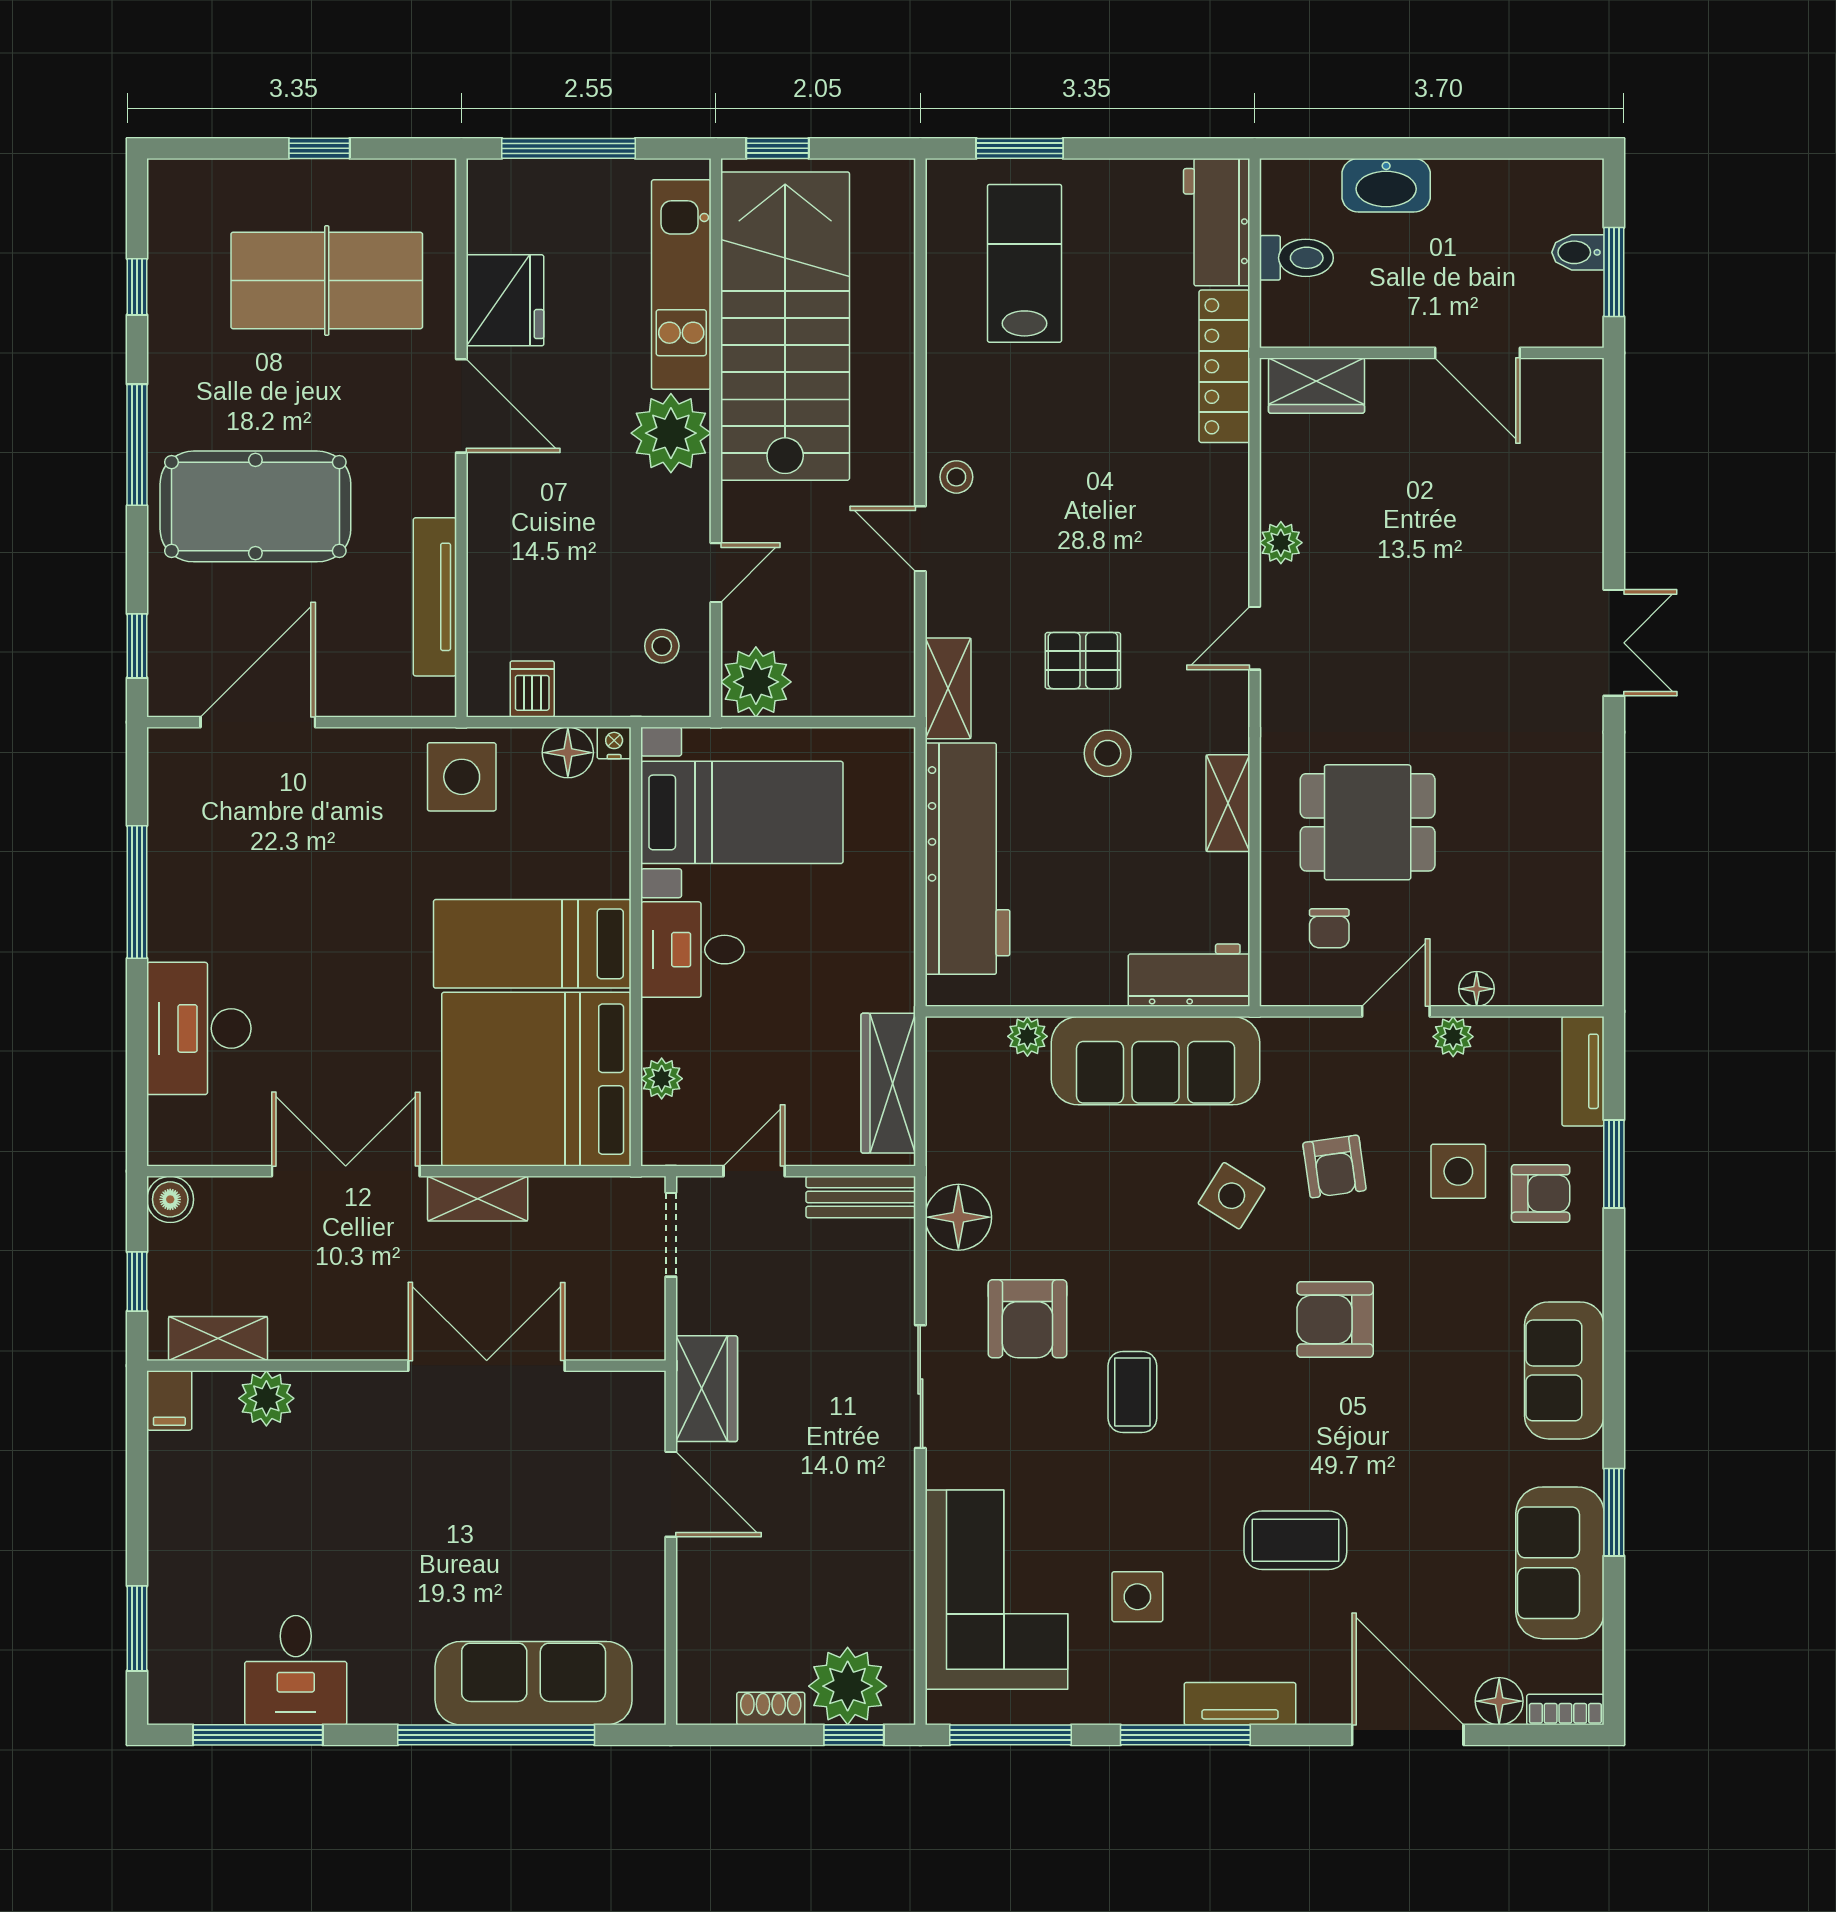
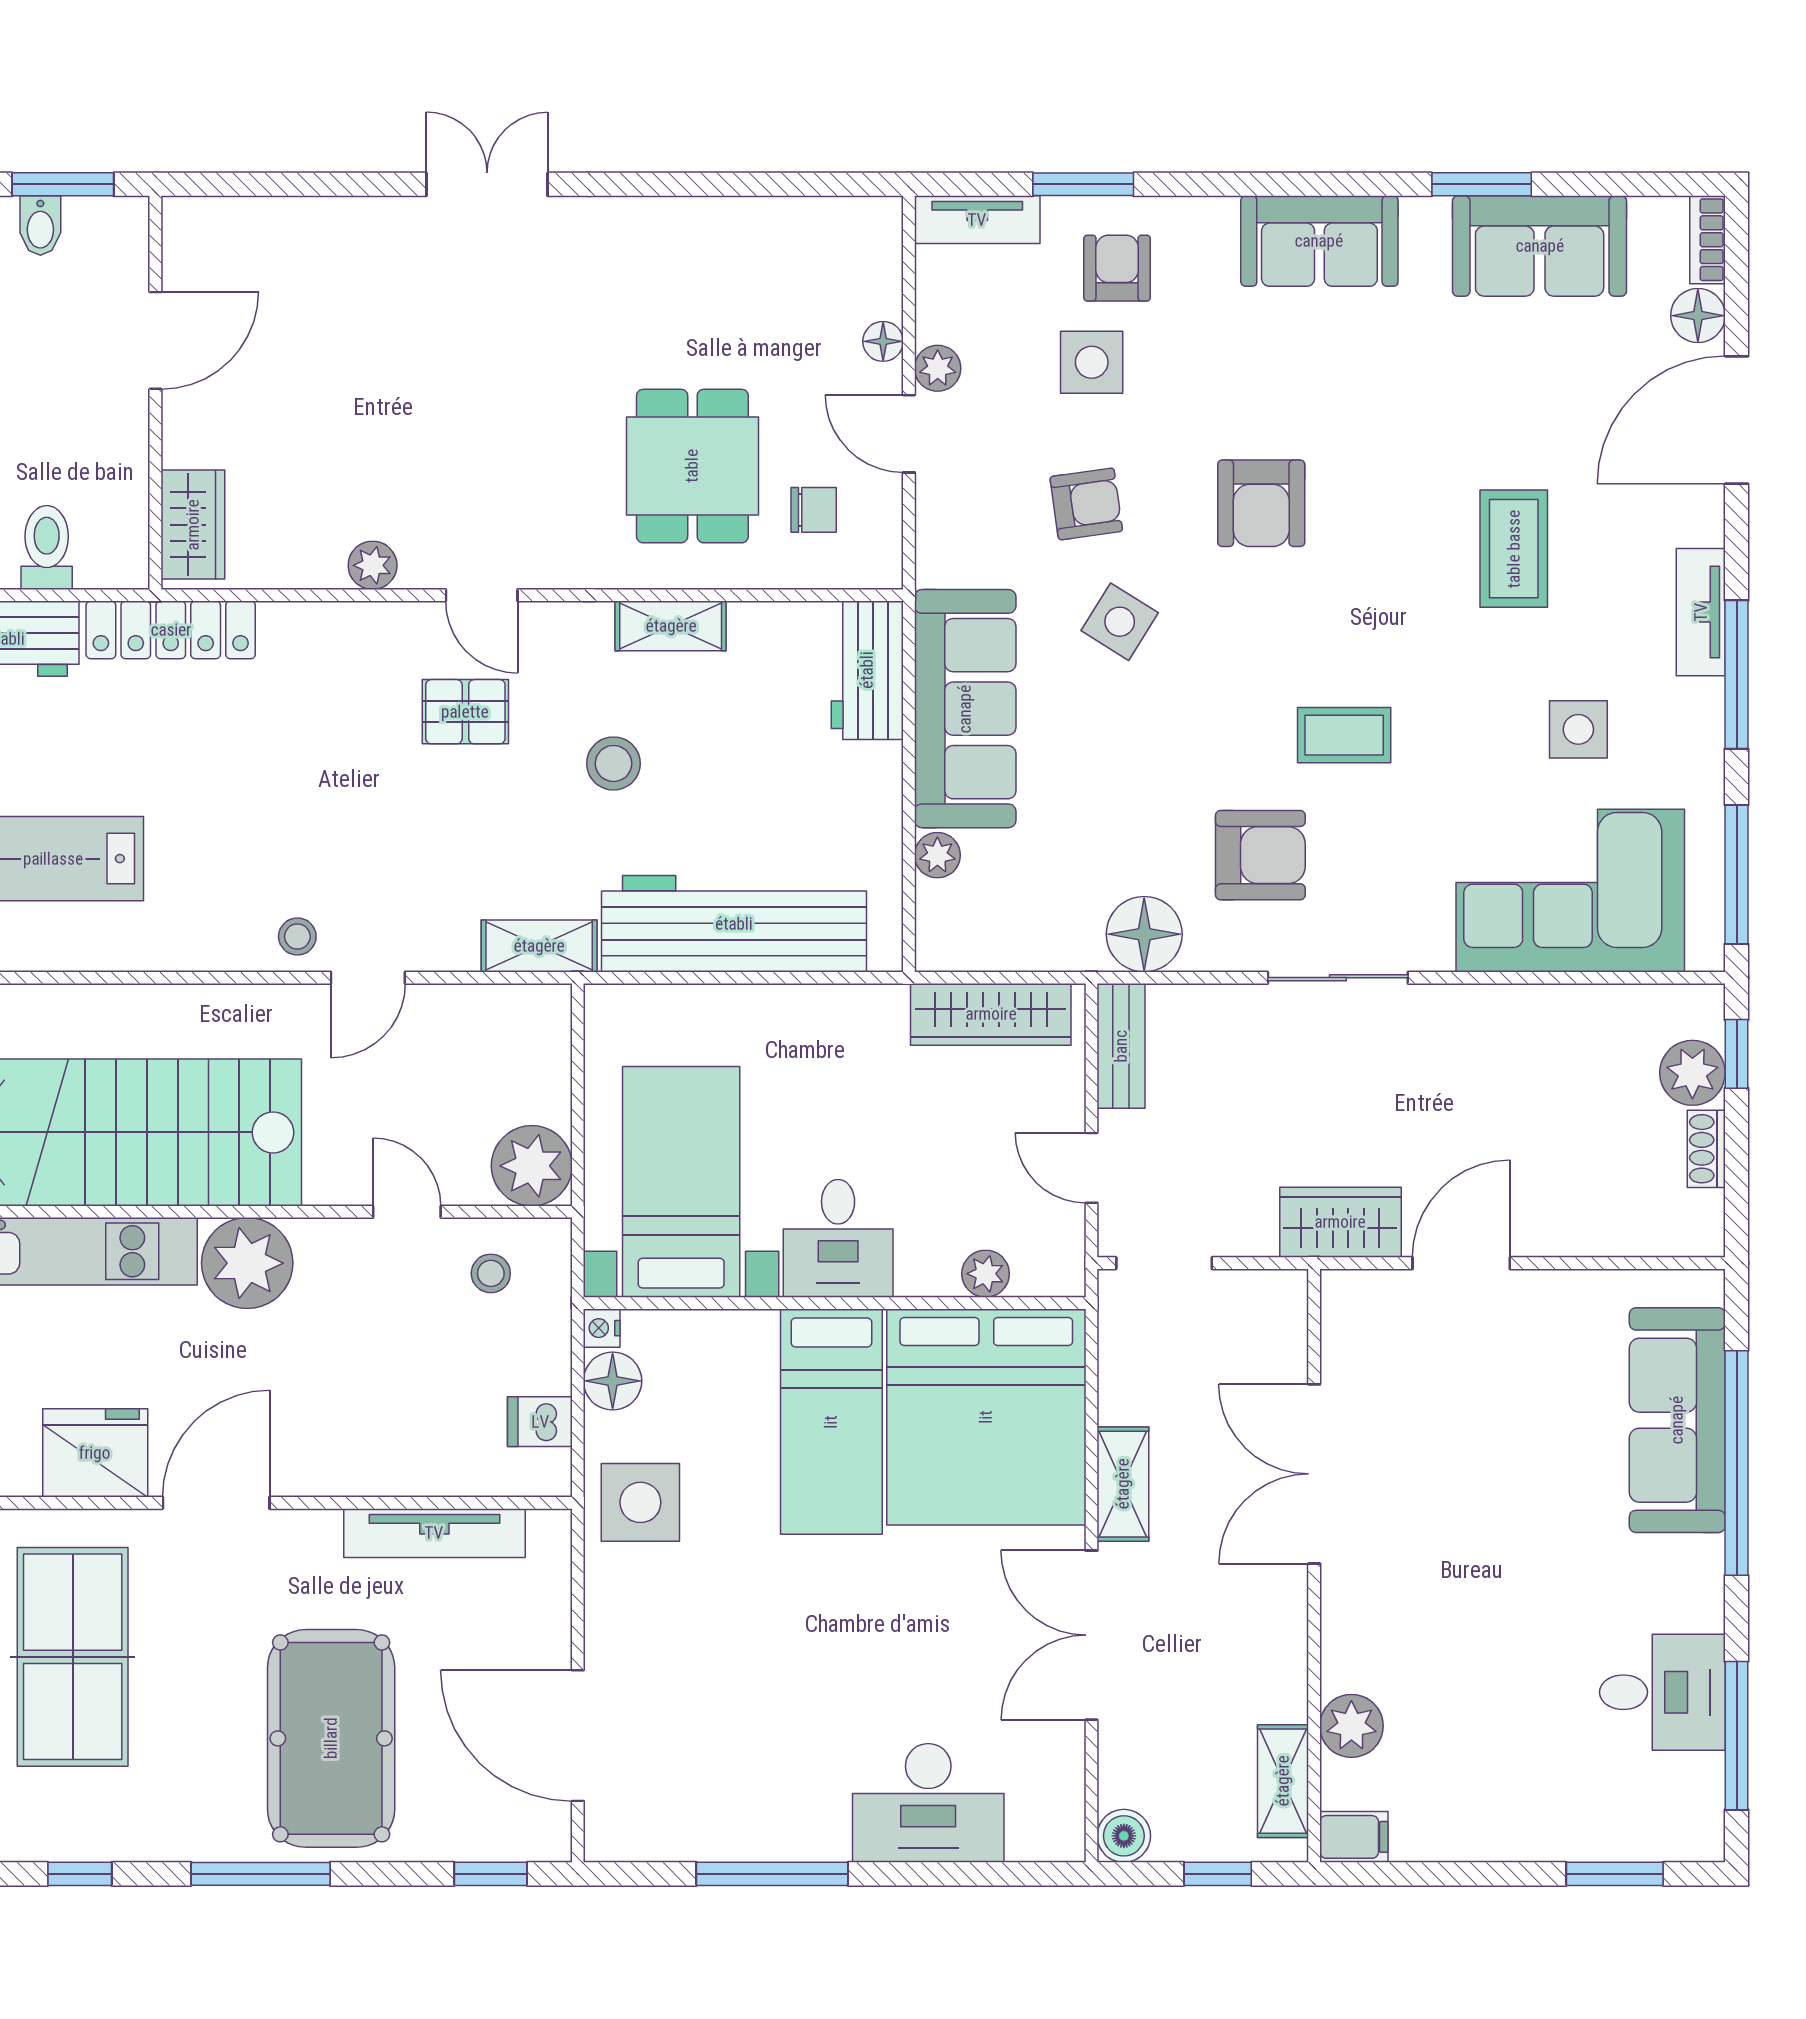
pallet: (1083, 661) -> (465, 712), moved, turned 90
plant: (848, 1686) -> (1692, 1073), width x0.73, depth x0.73

